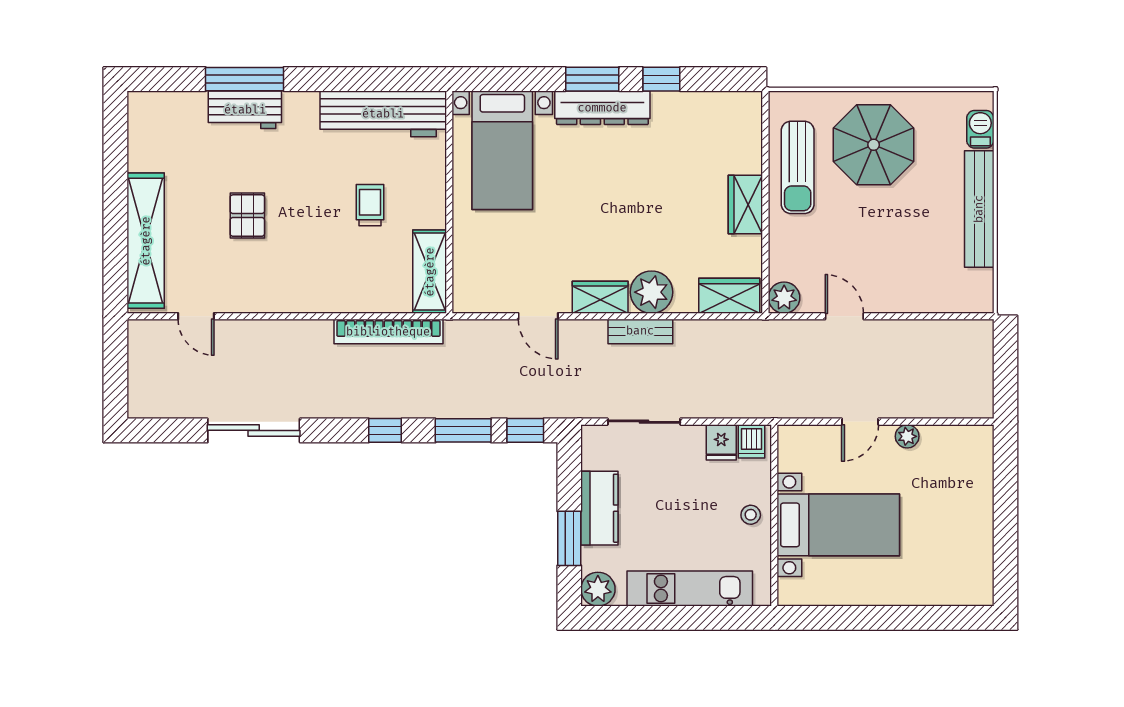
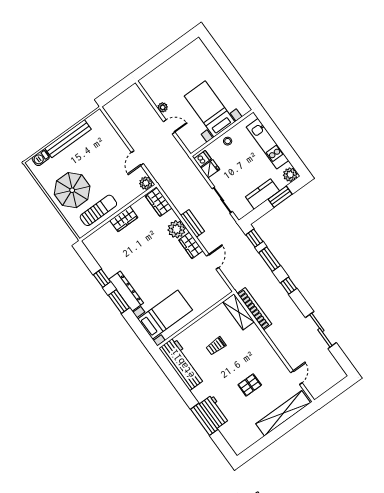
shelving: (430, 272) -> (239, 312), moved, turned 90

